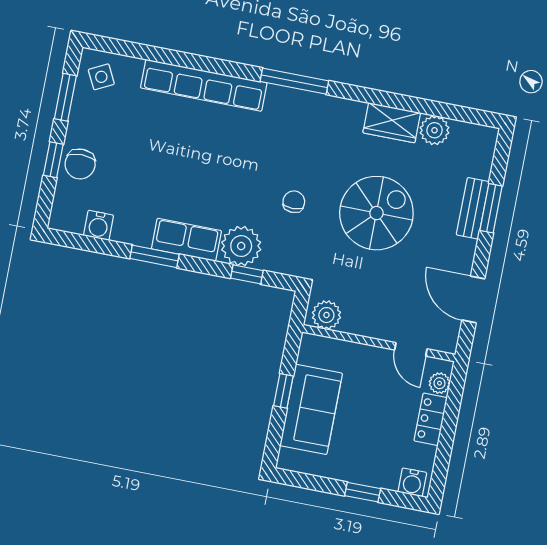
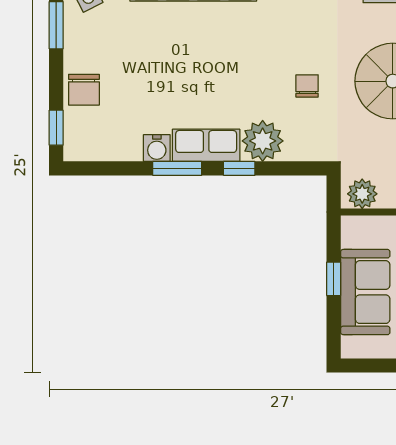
window: (53, 160) -> (56, 128), moved
water cooler: (98, 225) -> (157, 148), moved
window: (247, 274) -> (239, 168), moved

